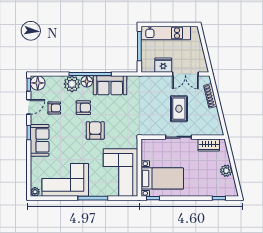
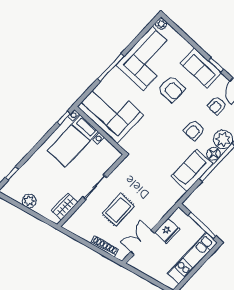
rug: (179, 109) -> (118, 210), turned 90
armchair: (95, 130) -> (171, 89), moved

